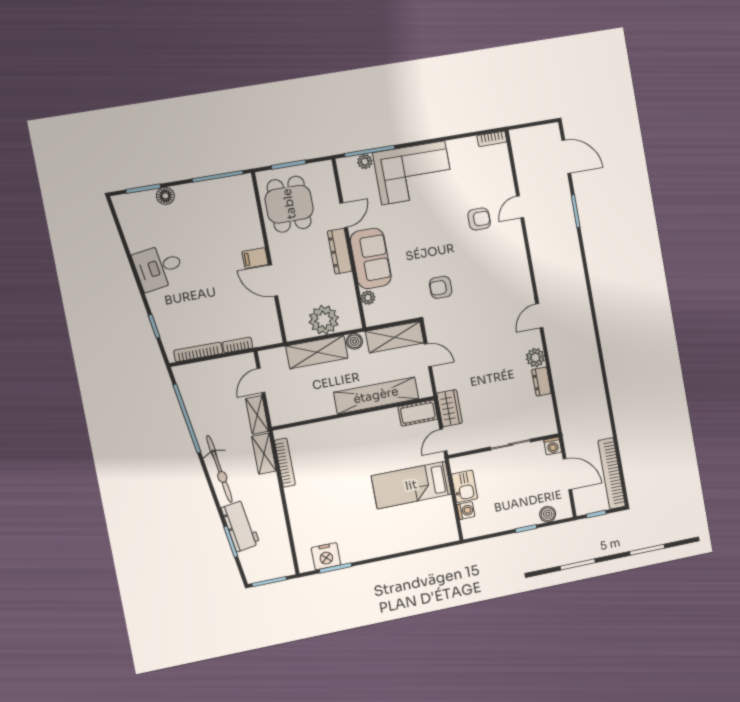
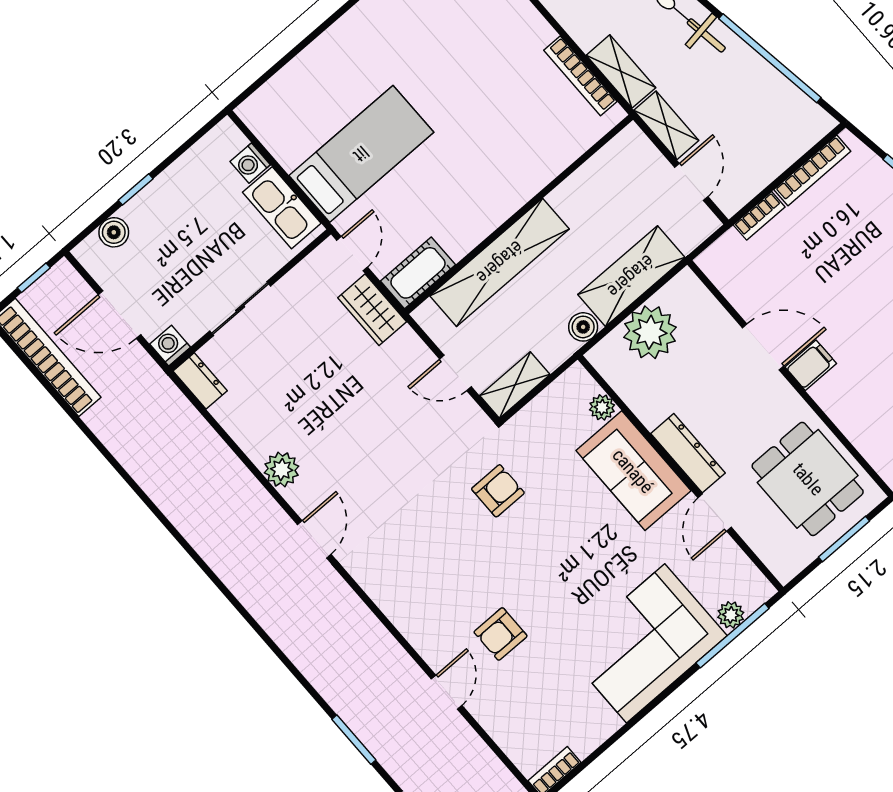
shelving: (395, 337) -> (515, 385), width x0.67, depth x0.75
dresser: (541, 382) -> (200, 381), moved
kitchen sink: (464, 486) -> (282, 208), width x1.38

